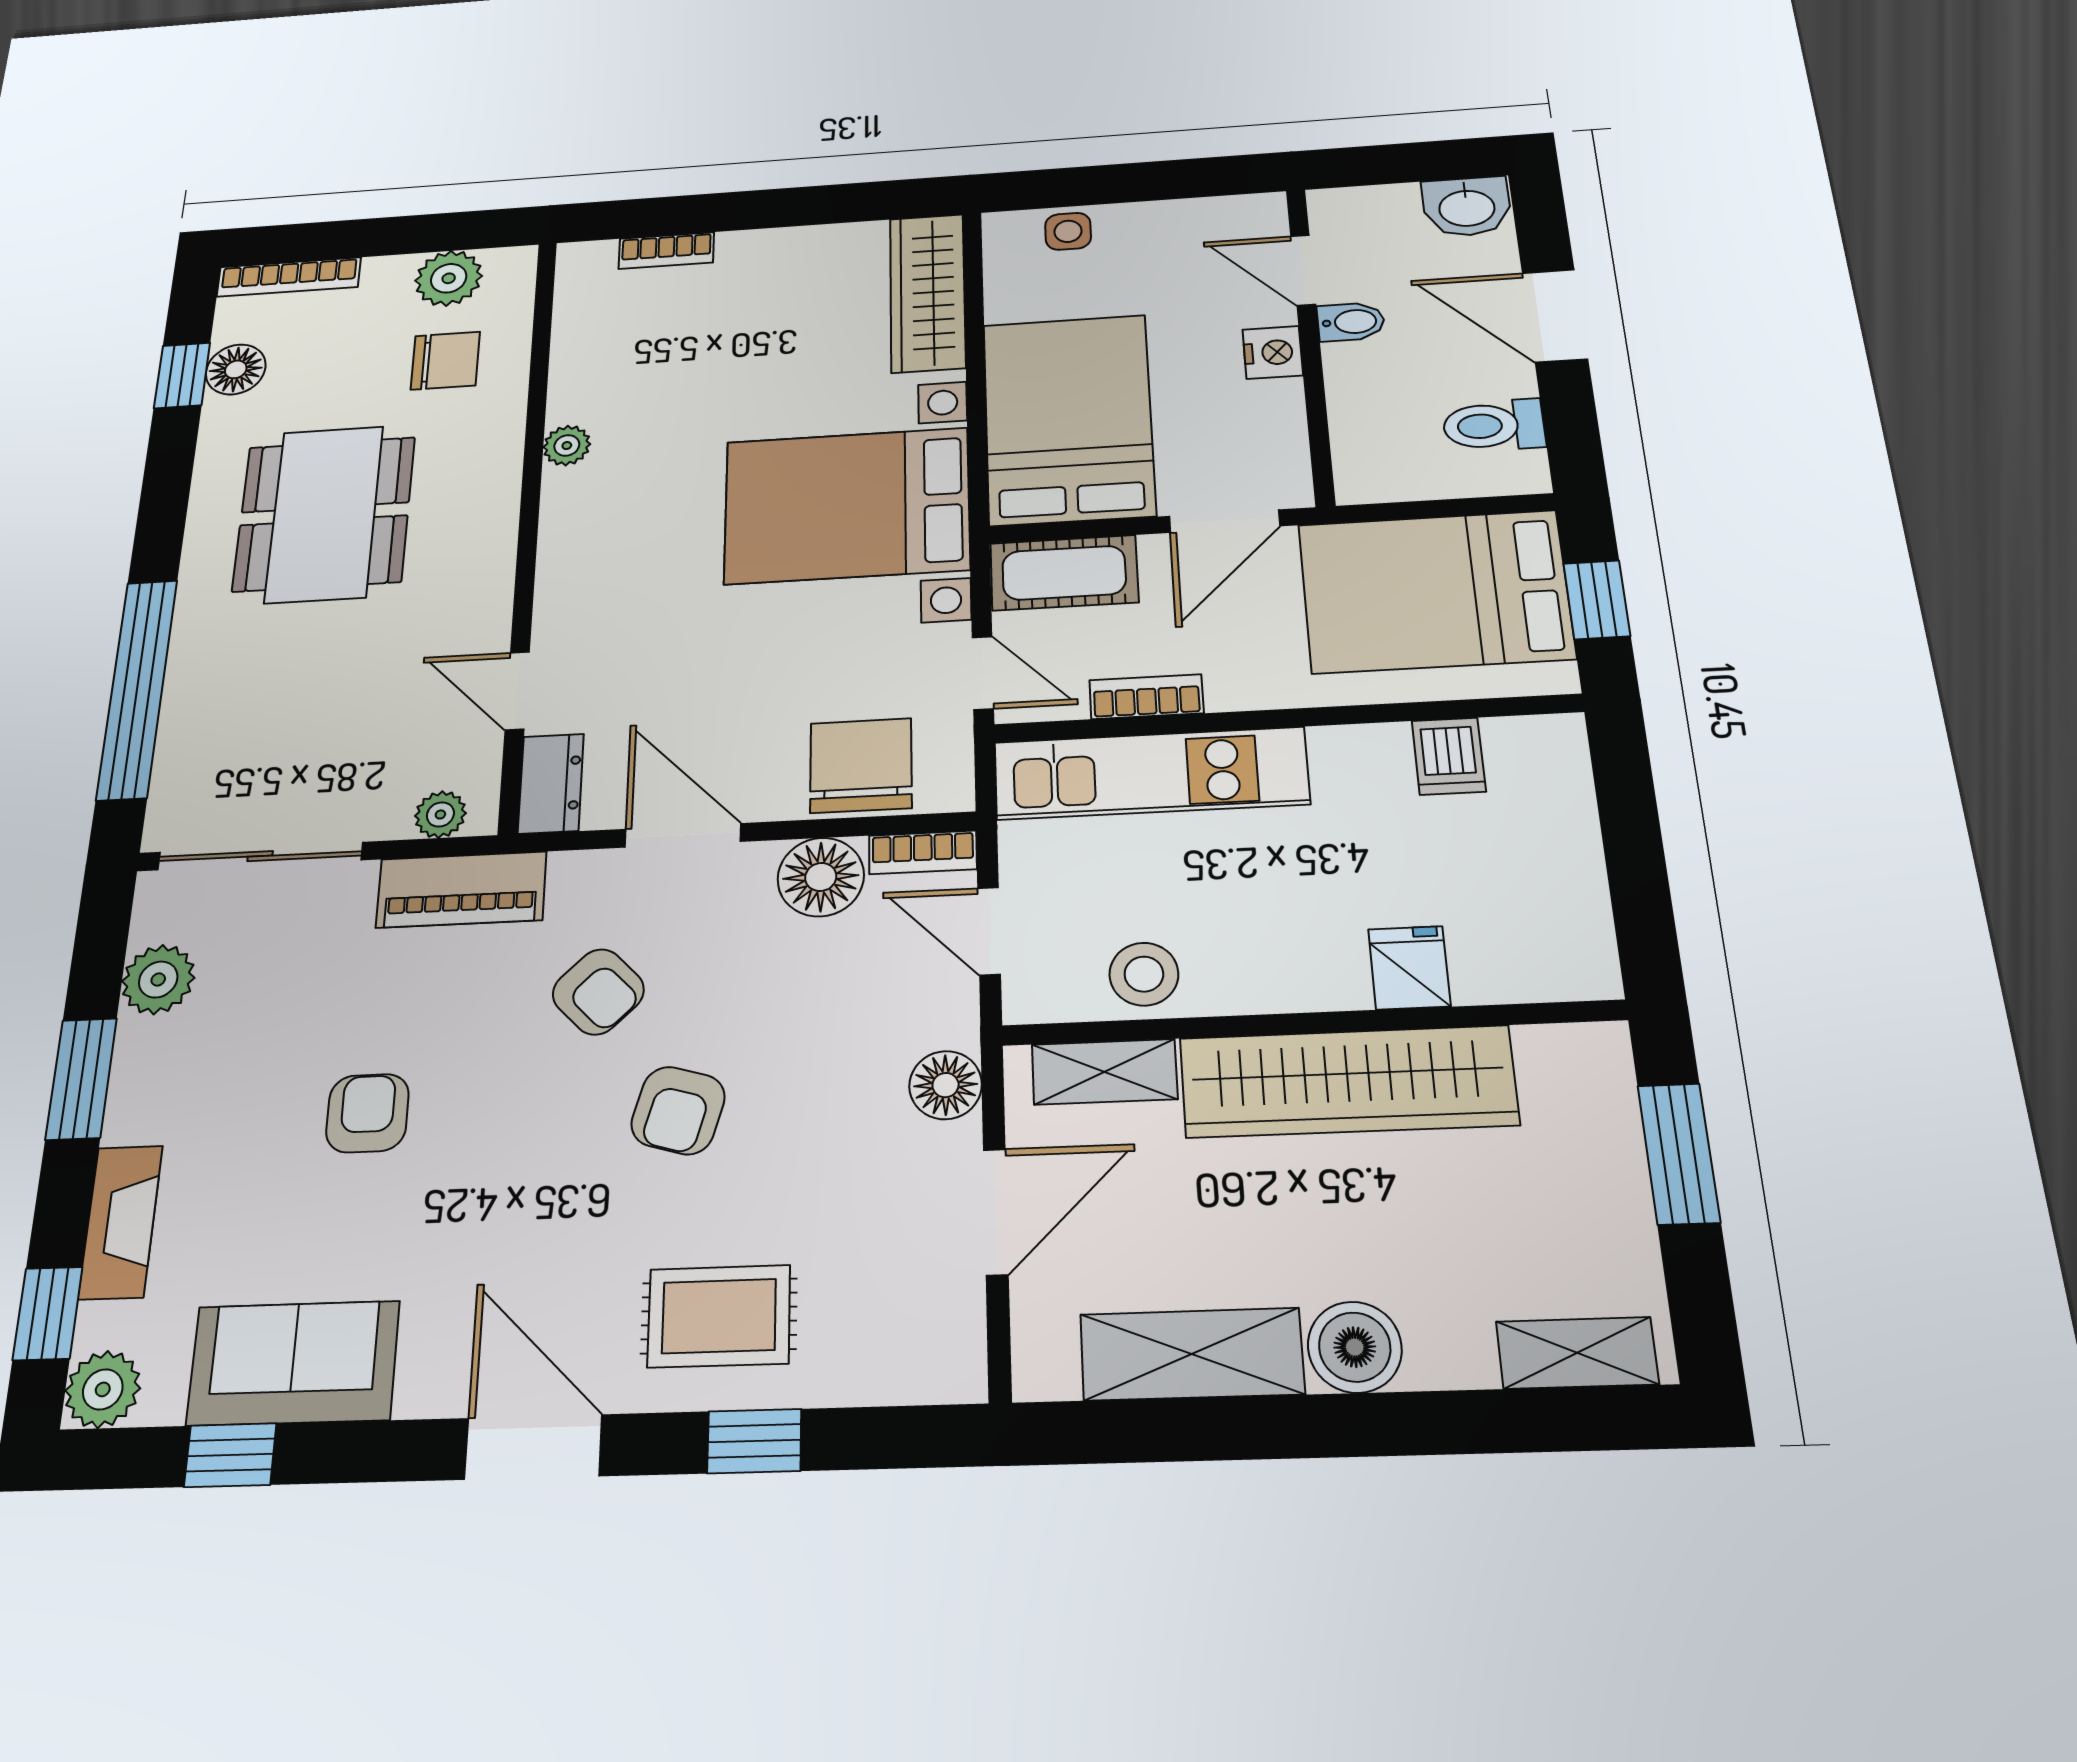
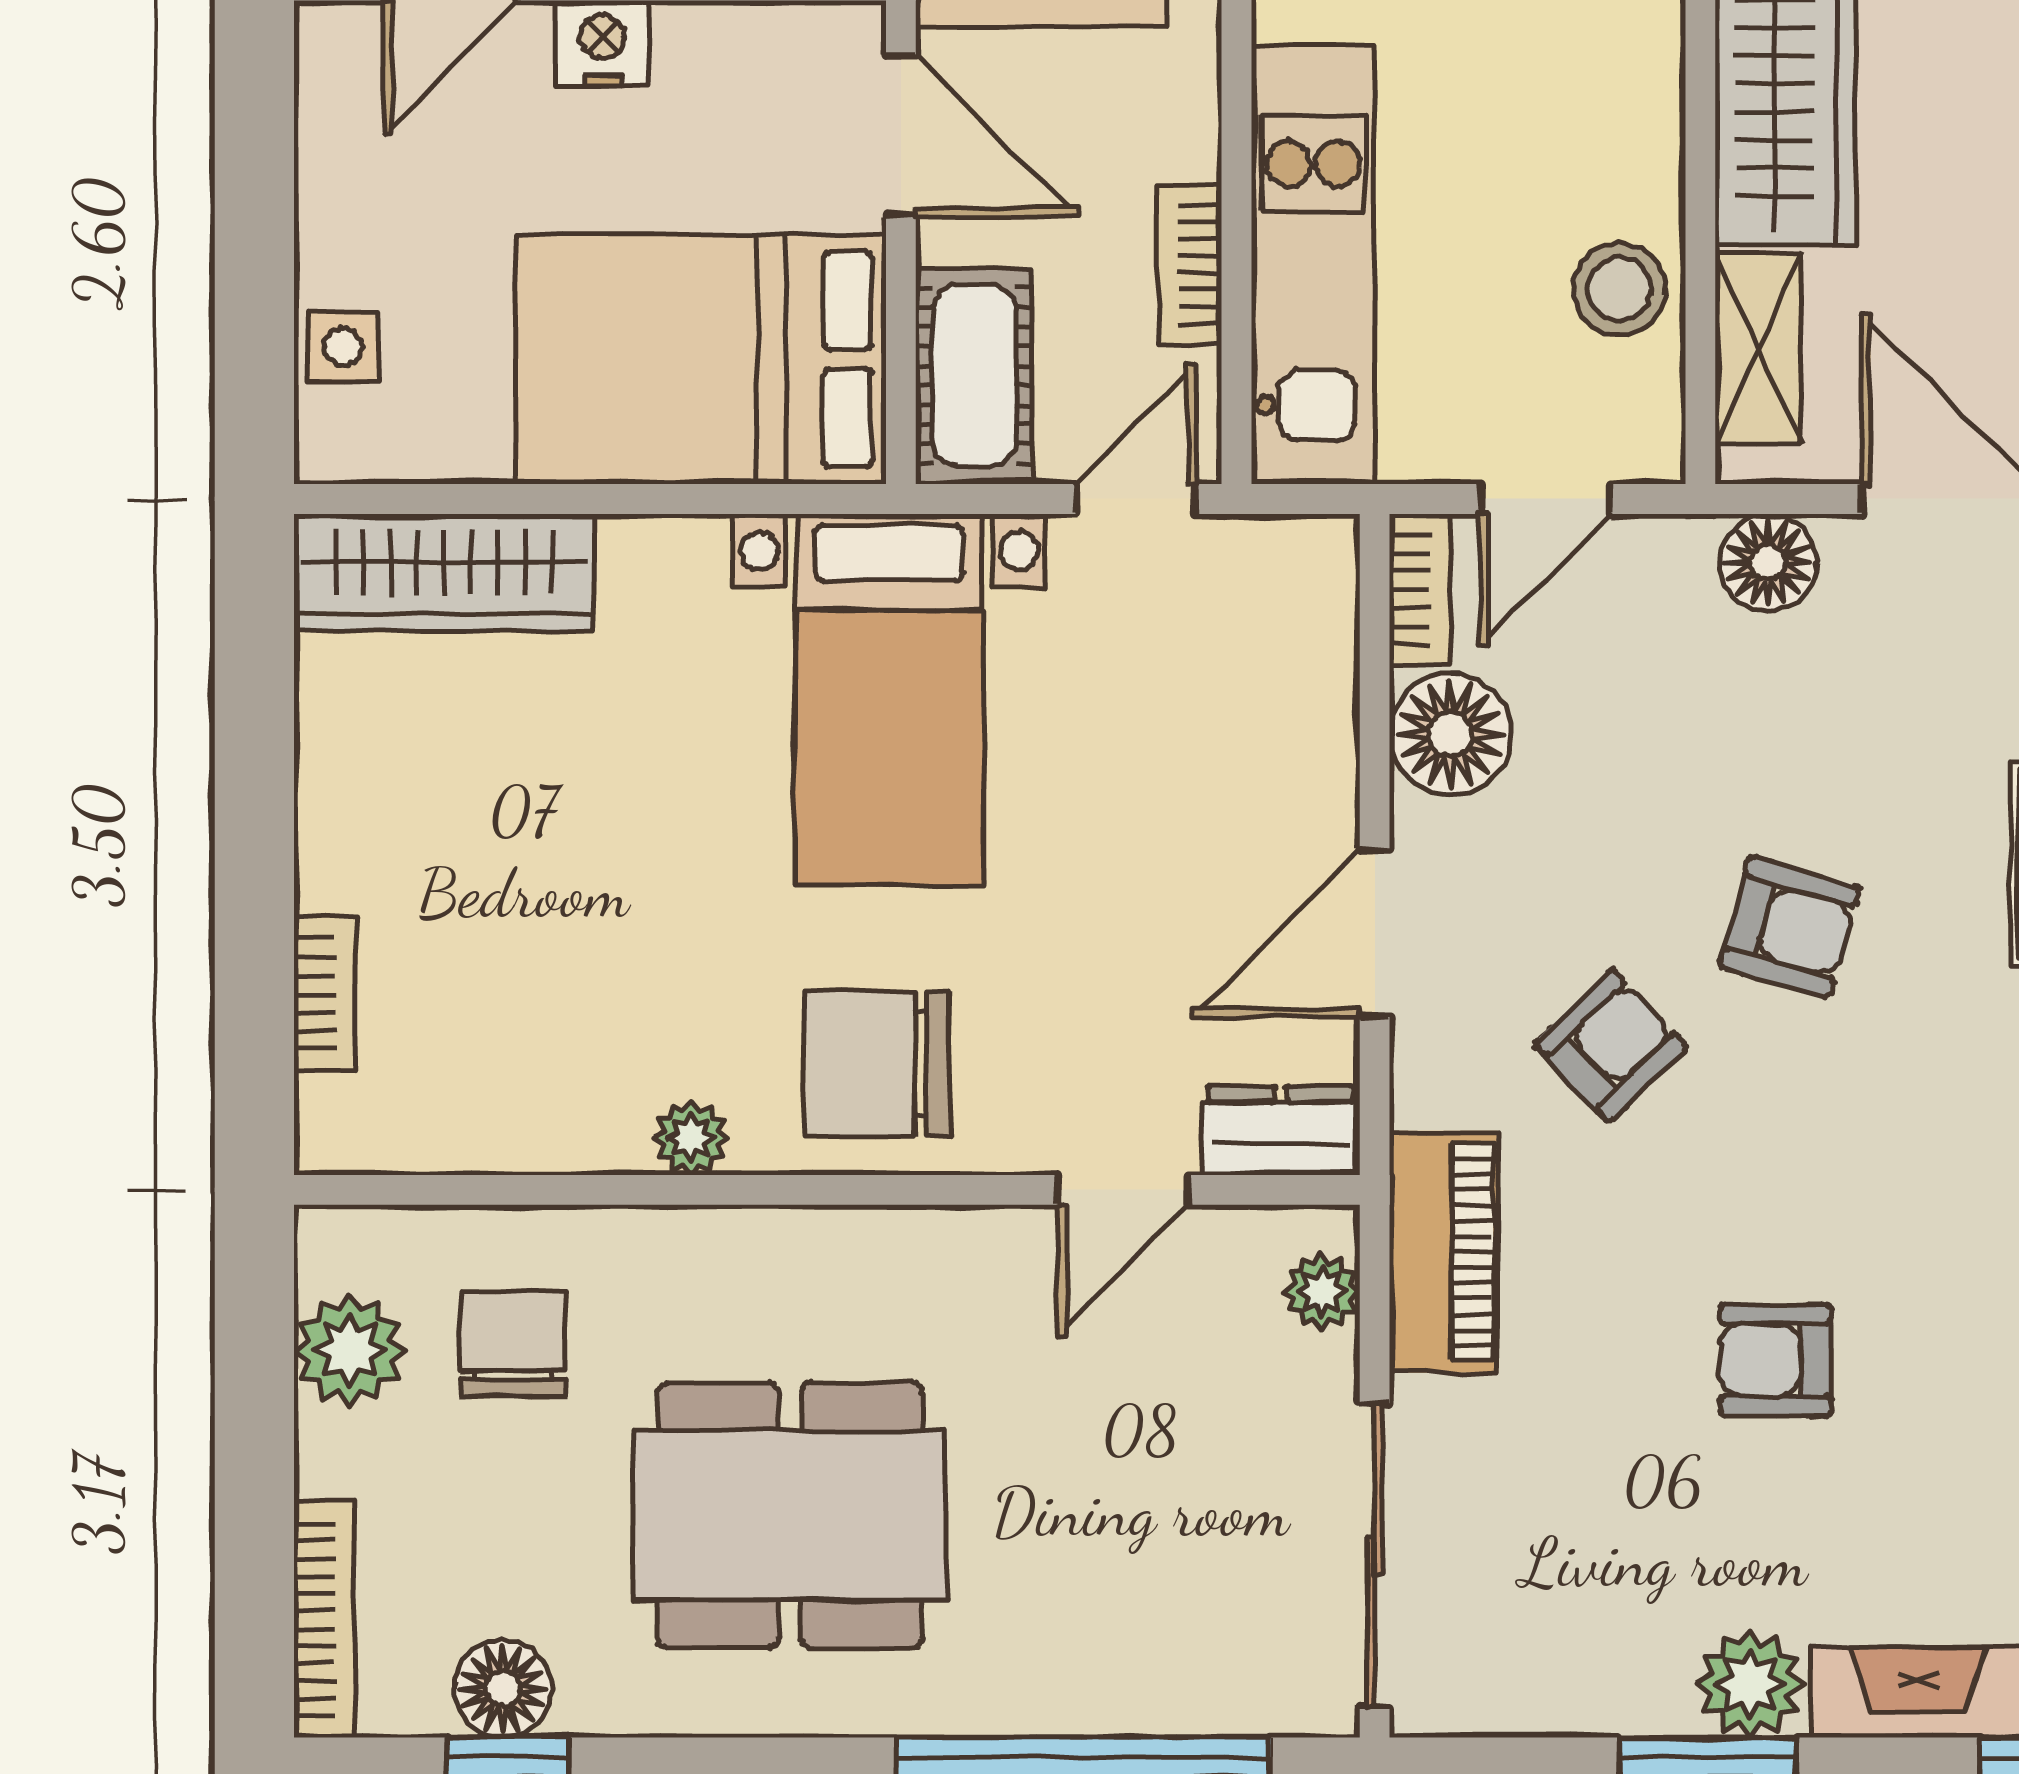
bed with nightstands: (847, 505) -> (889, 699), width x0.73
chair: (861, 766) -> (877, 1064), moved
plant: (158, 979) -> (1750, 1684), moved

